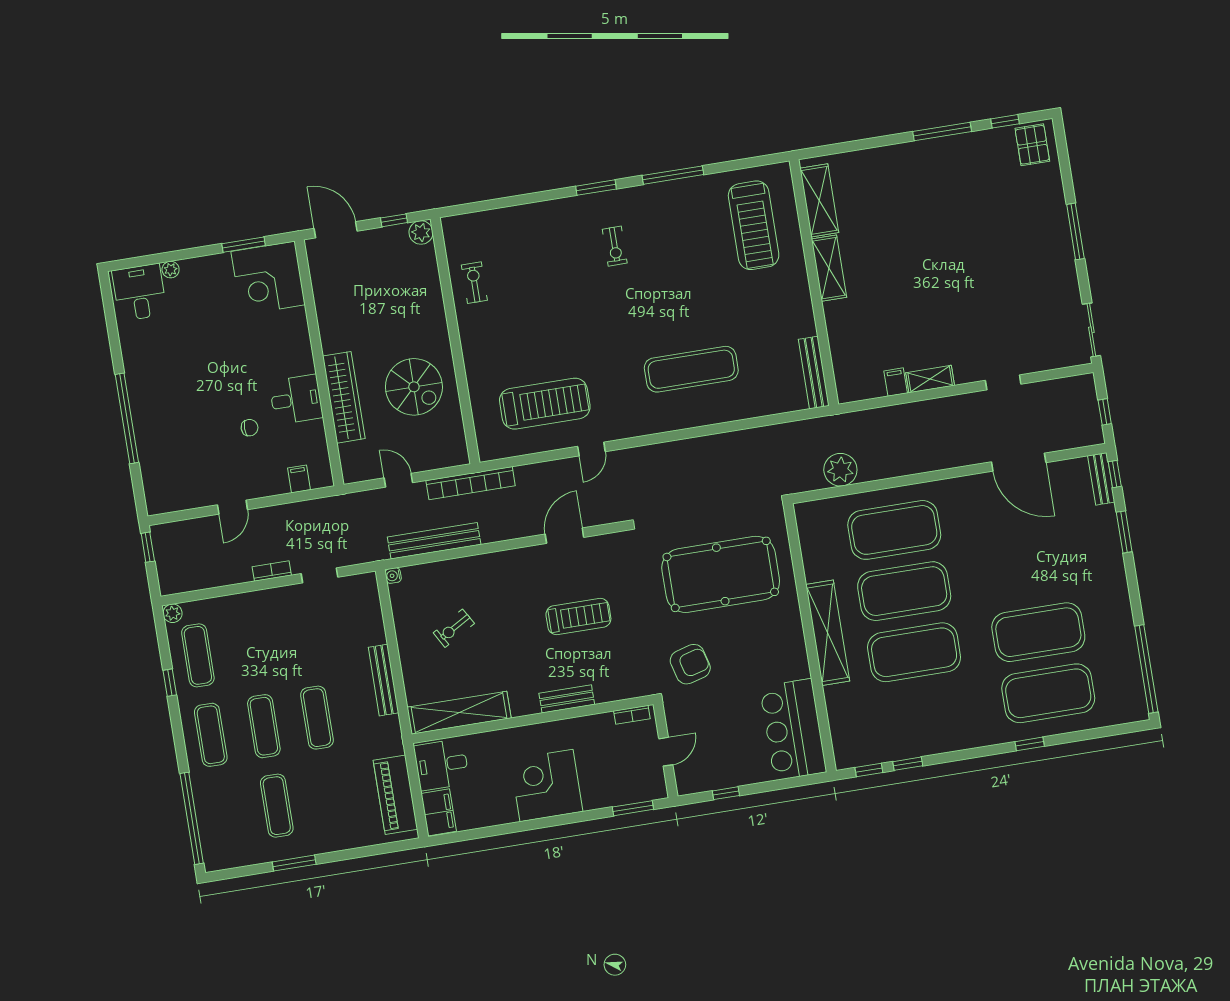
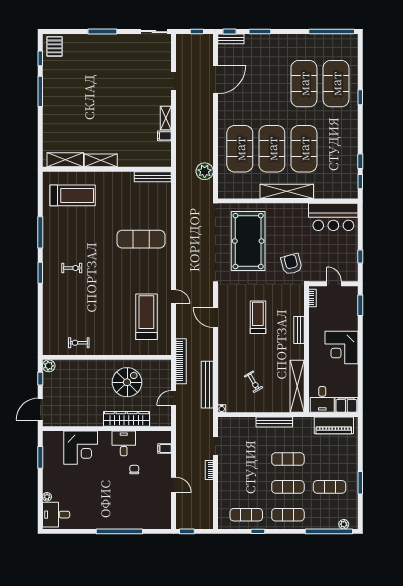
pallet: (1032, 145) -> (55, 46), turned 90
corner desk: (268, 278) -> (81, 448), moved
exercise mat: (691, 369) -> (141, 239), turned 90
plant: (173, 613) -> (344, 524), moved

